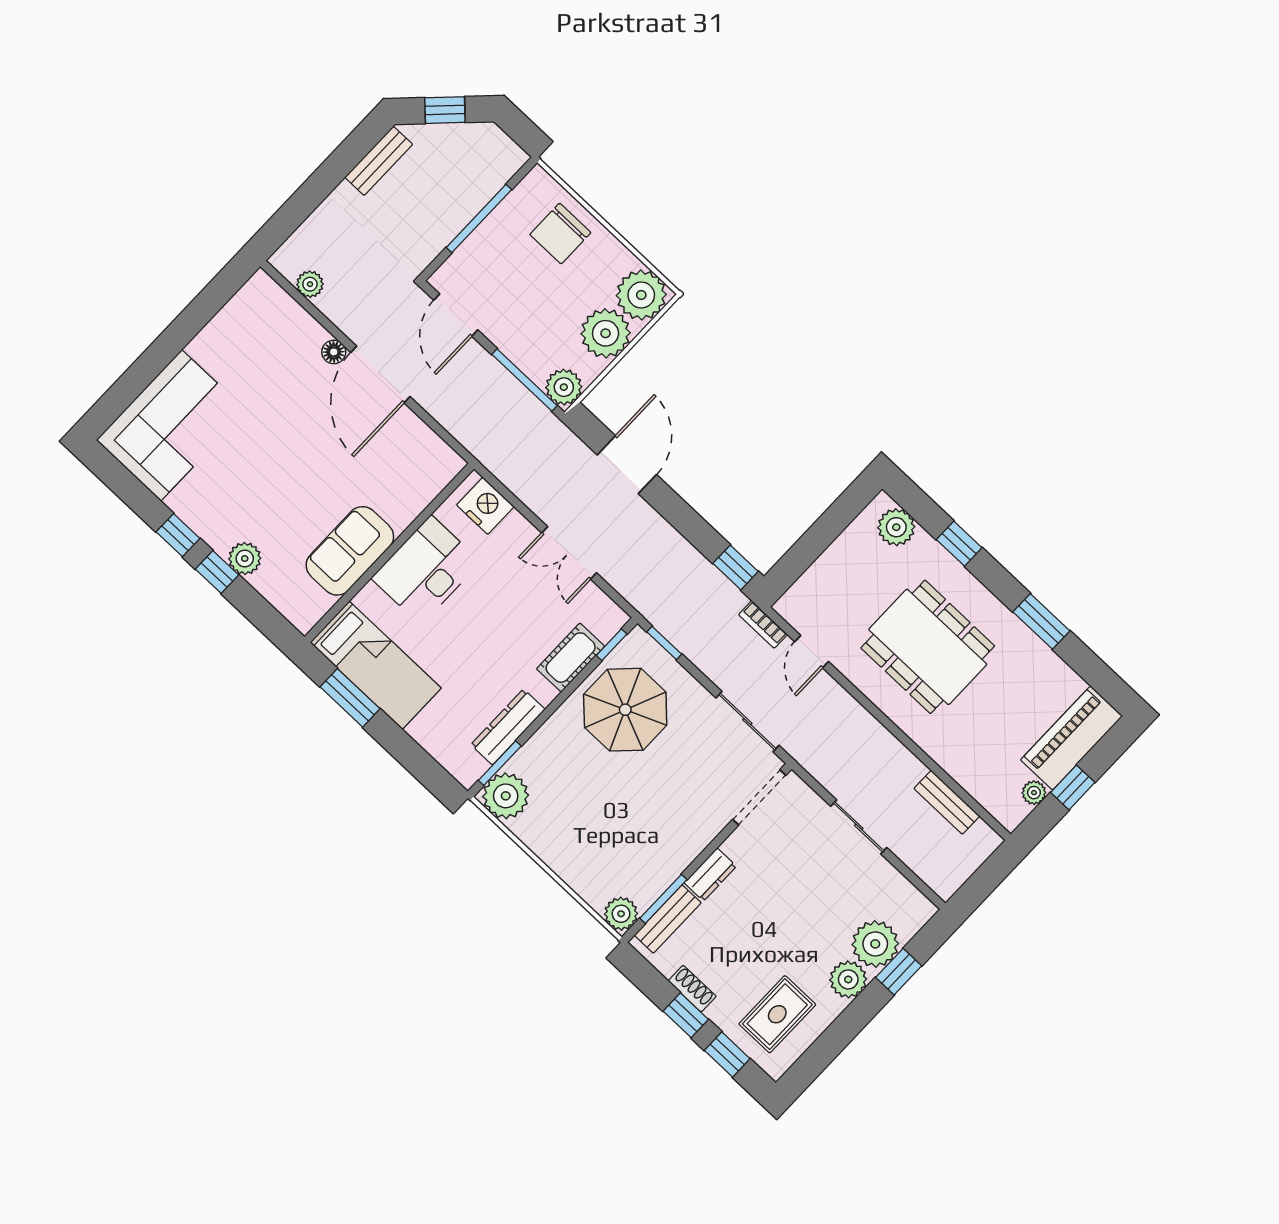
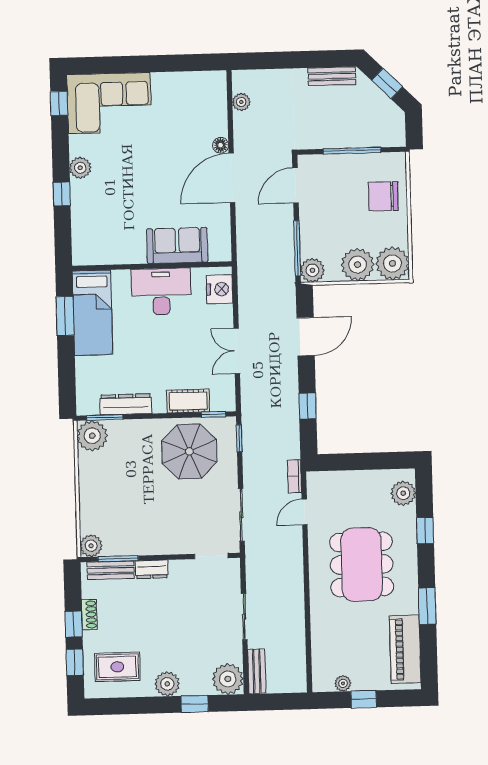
window: (178, 535) -> (59, 103), moved
sofa: (350, 551) -> (177, 245), moved
plant: (245, 558) -> (80, 168), moved
window: (736, 567) -> (308, 406), moved
piano: (1072, 738) -> (405, 649), moved, turned -90
doorway: (759, 797) -> (211, 556), width x0.73
bench: (947, 802) -> (257, 671), moved
plant: (875, 944) -> (228, 679), moved

